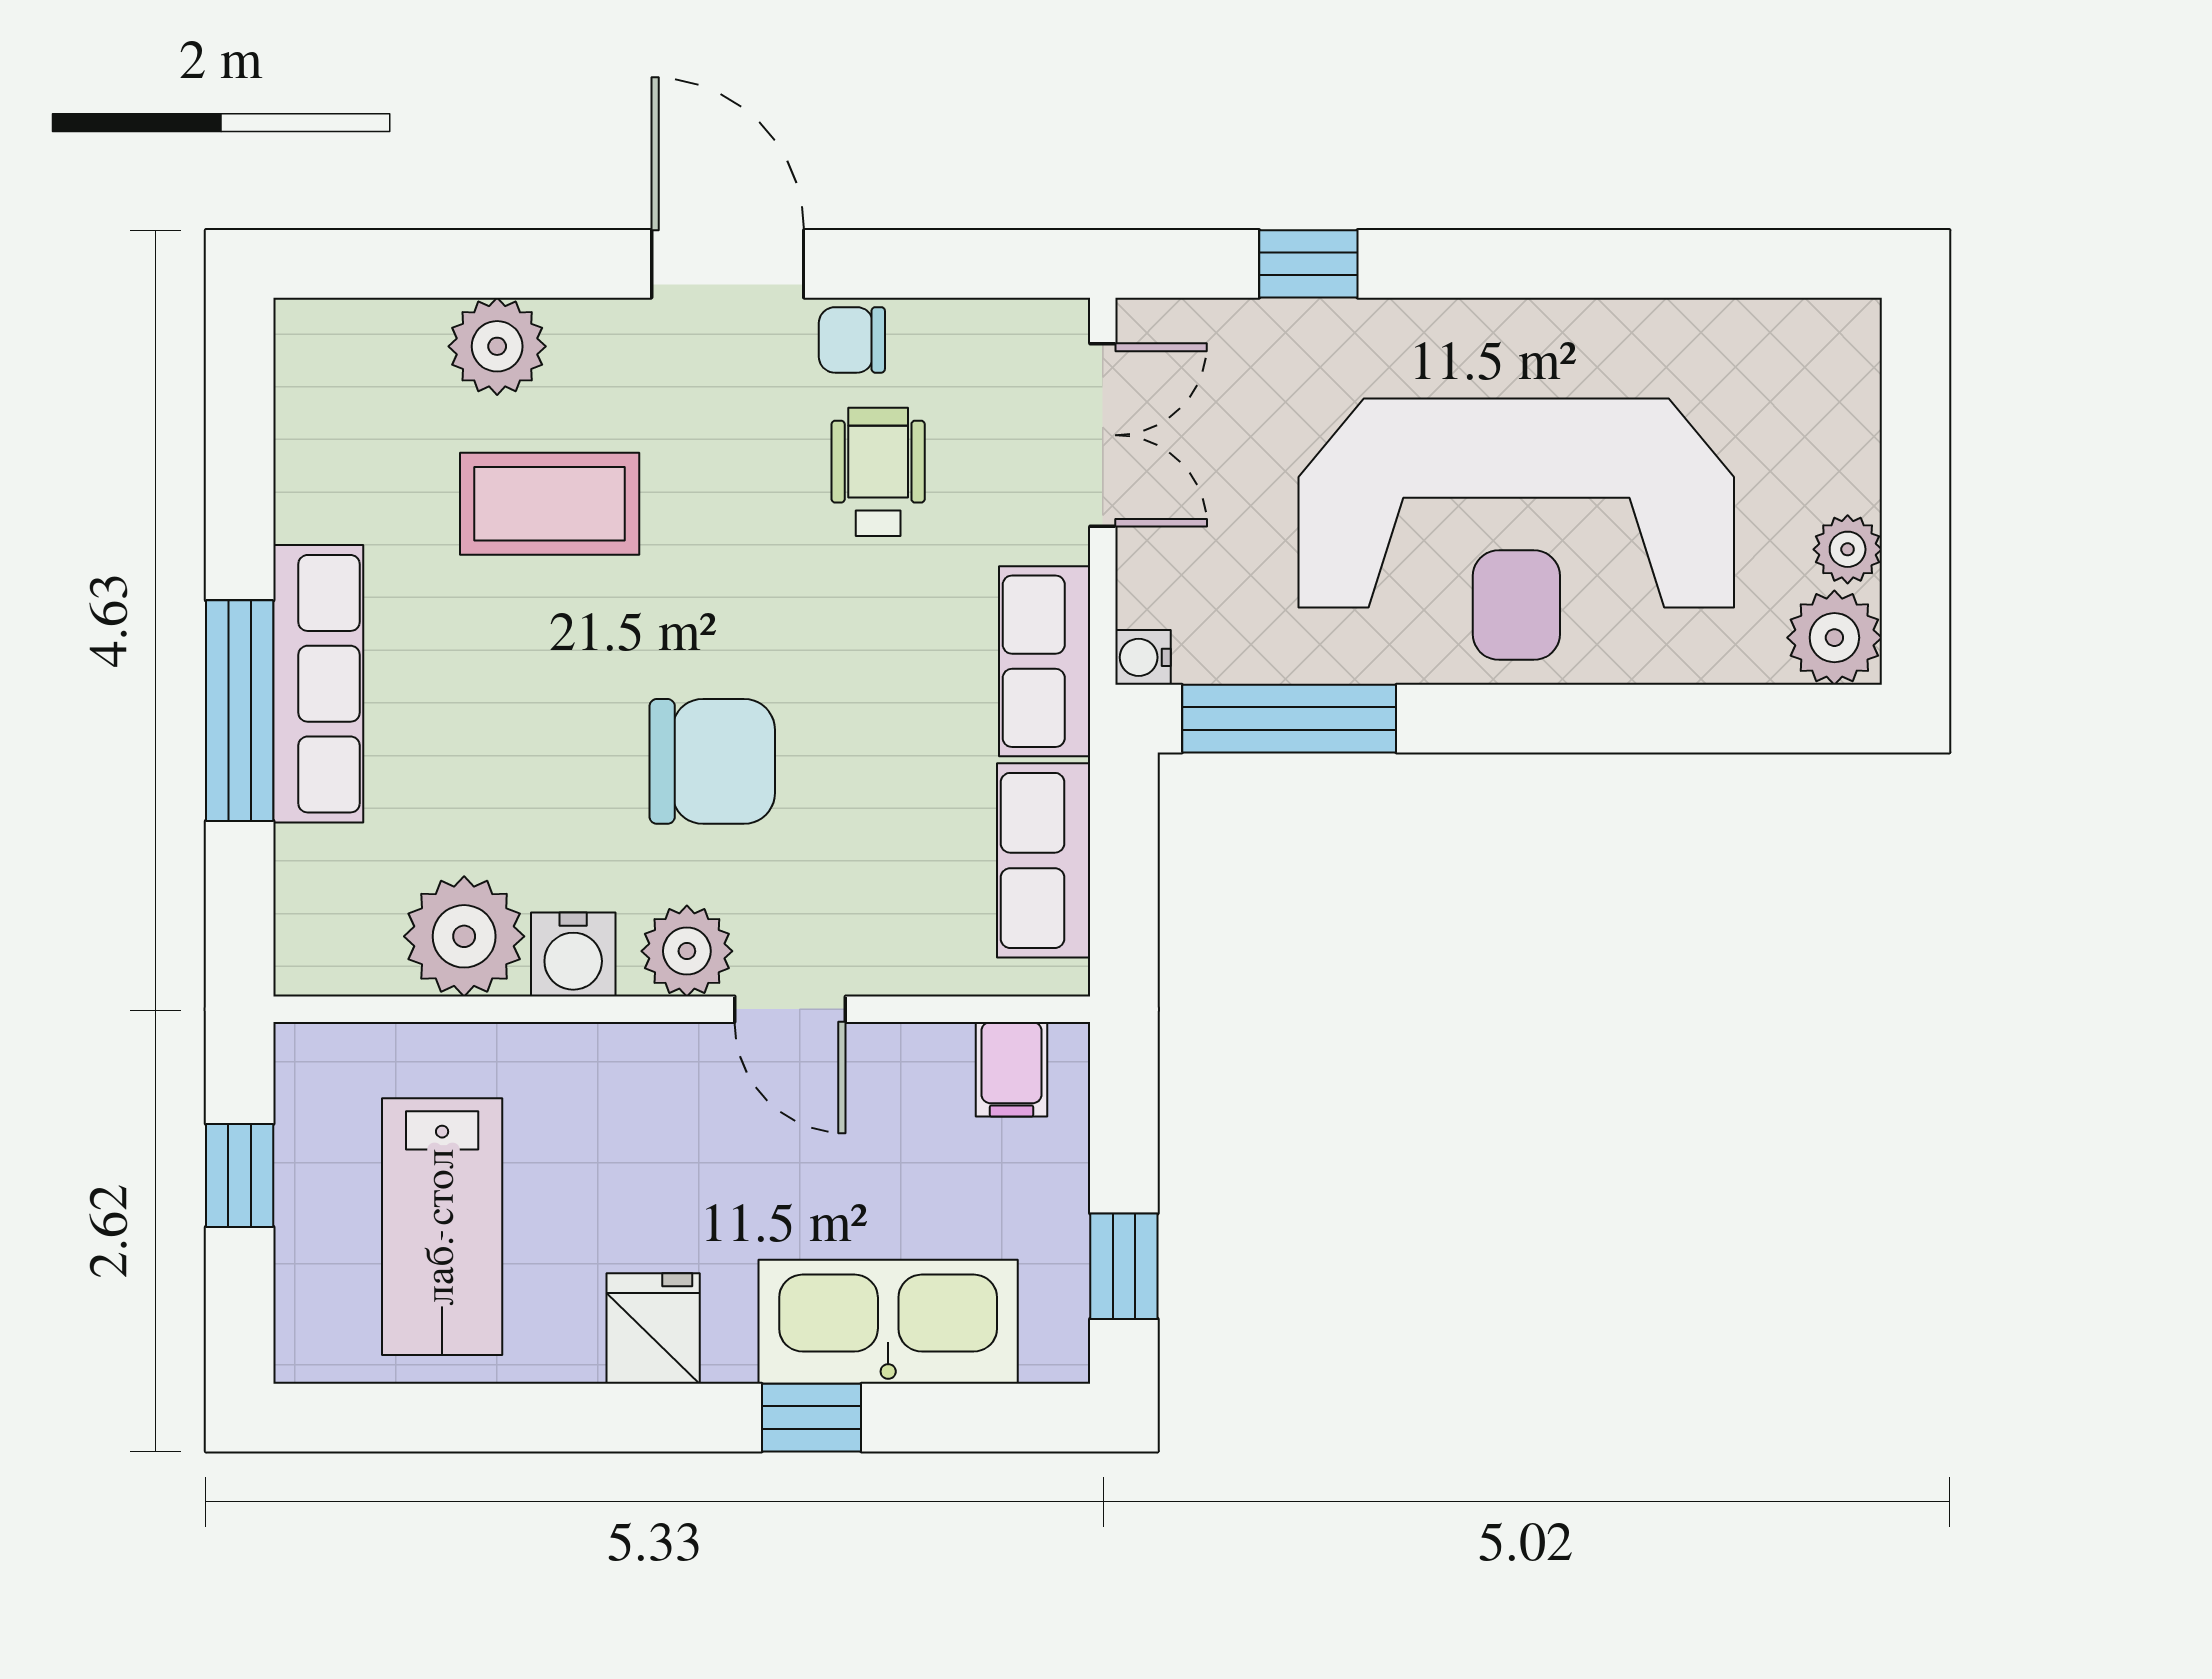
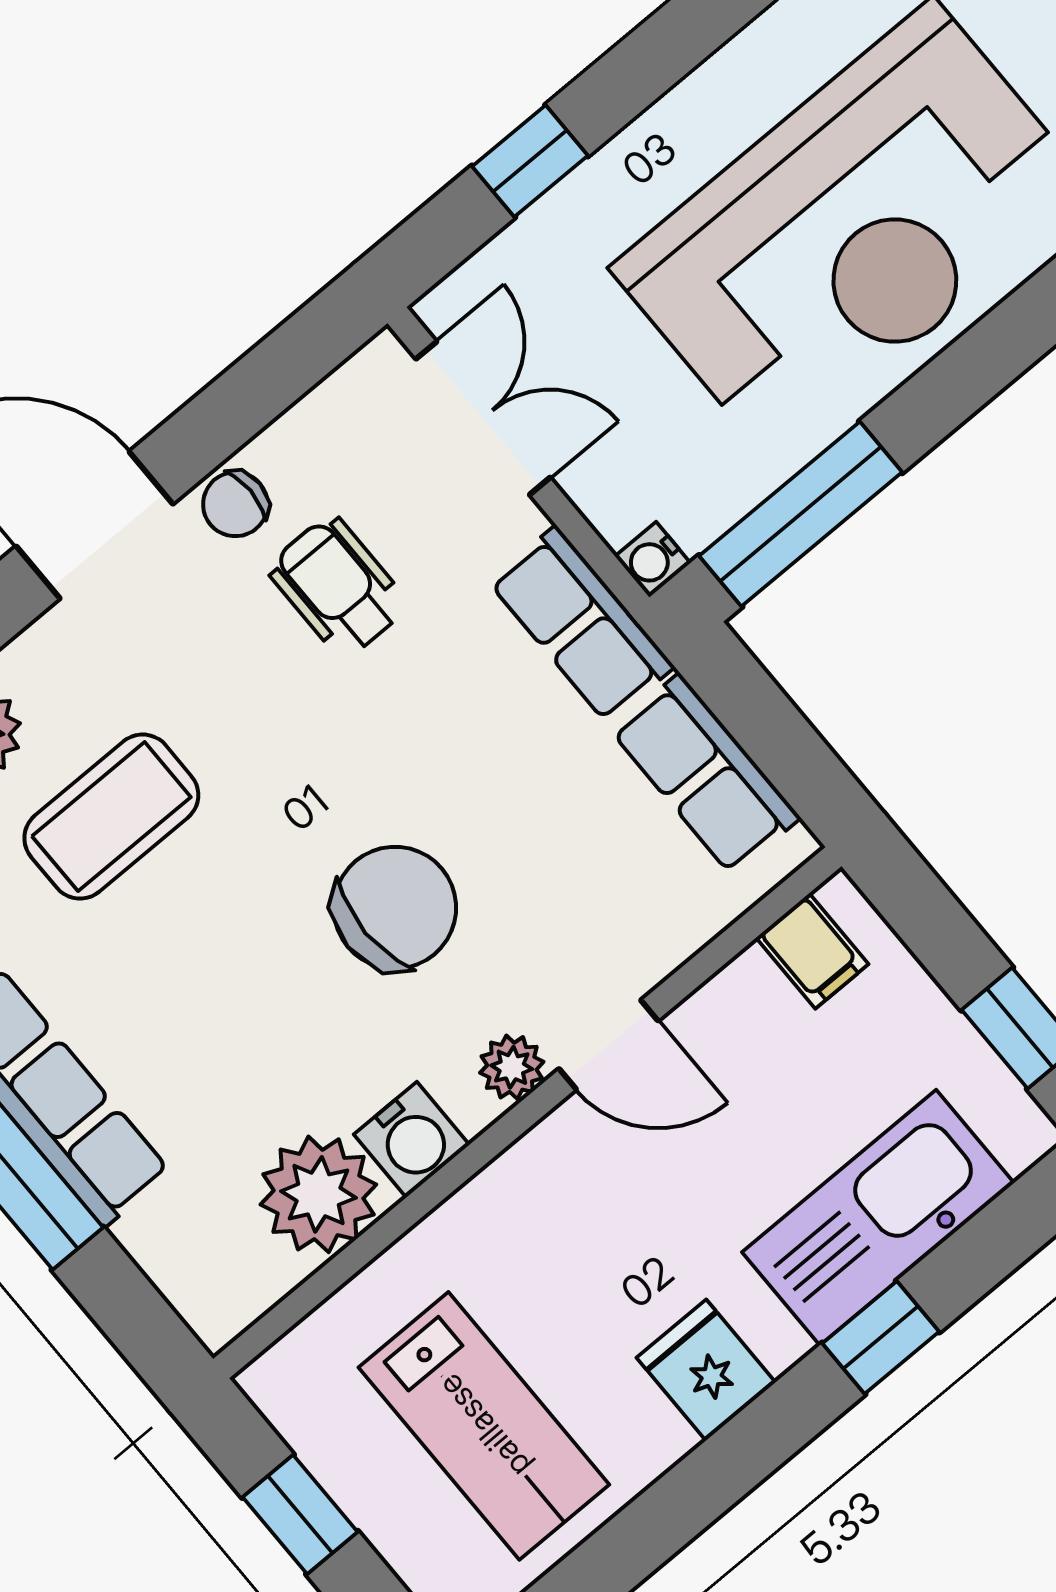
plant: (687, 951) -> (512, 1067), width x0.73, depth x0.73

